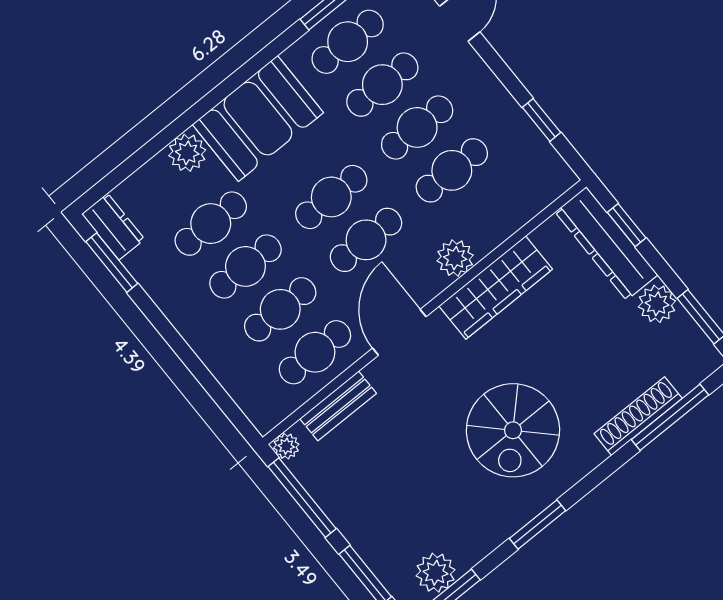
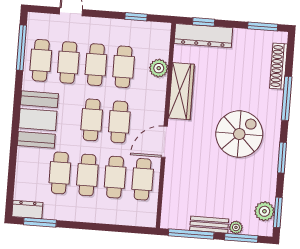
plant: (187, 153) -> (26, 157), removed
plant: (455, 258) -> (159, 68), moved
plant: (657, 304) -> (243, 38), removed
door: (399, 332) -> (164, 142), hinge flipped
bench: (338, 406) -> (209, 225), moved, turned 90
shoe rack: (638, 416) -> (279, 66), moved
window: (670, 417) -> (287, 98), moved
spiral stairs: (513, 430) -> (239, 134), turned -90
plant: (286, 446) -> (236, 227), moved

